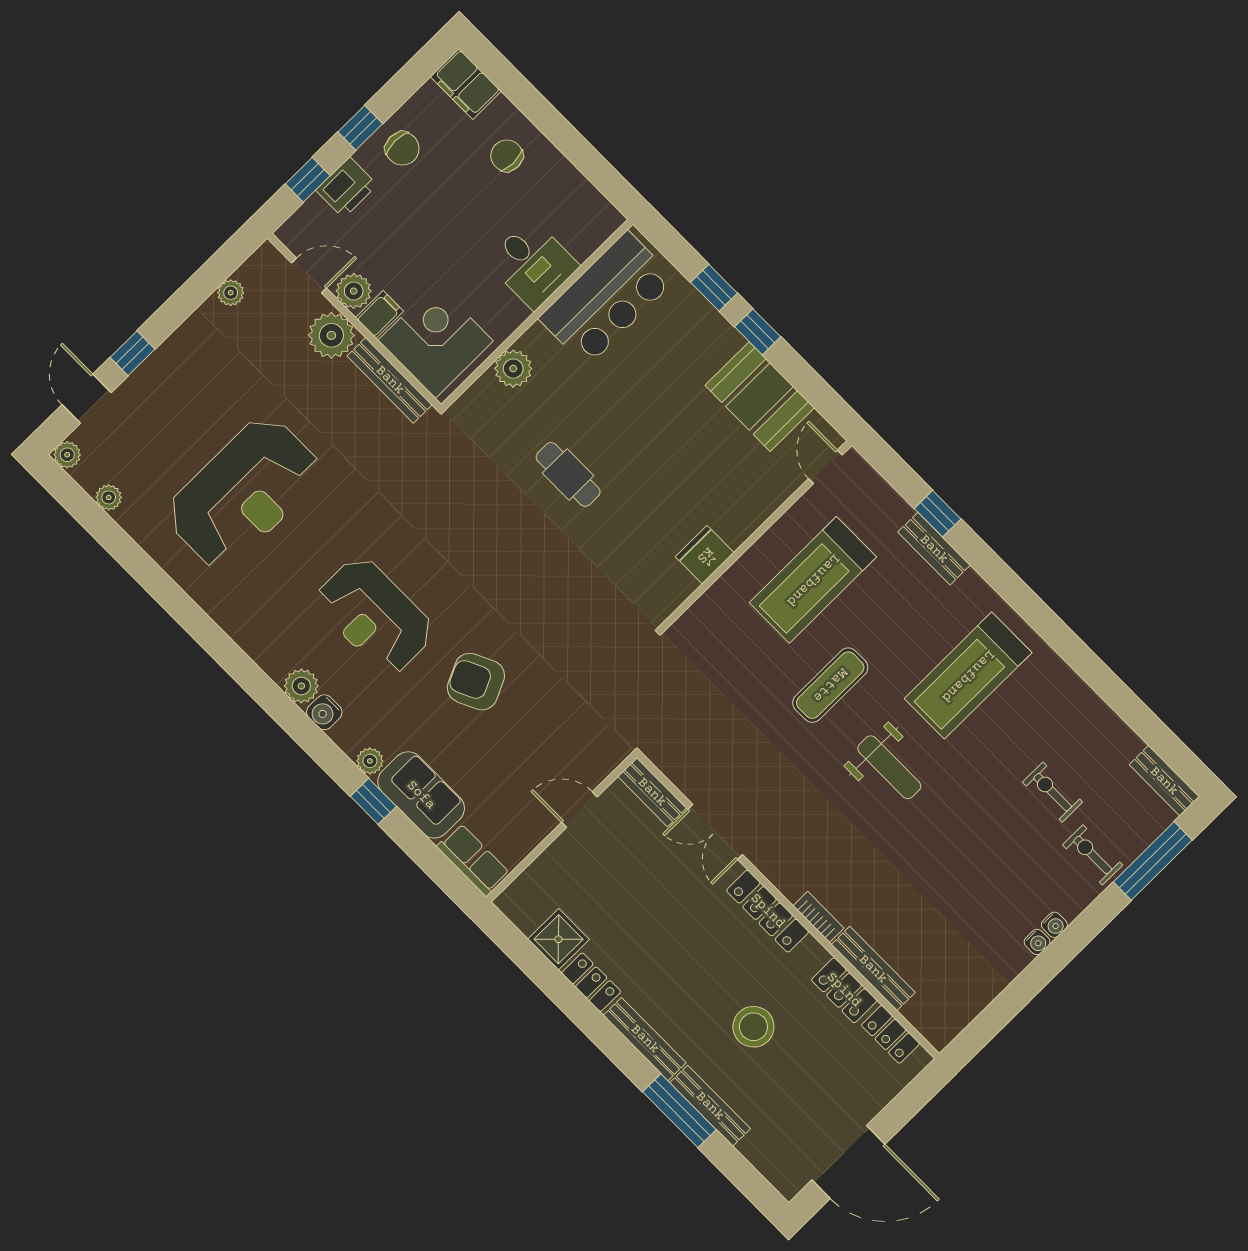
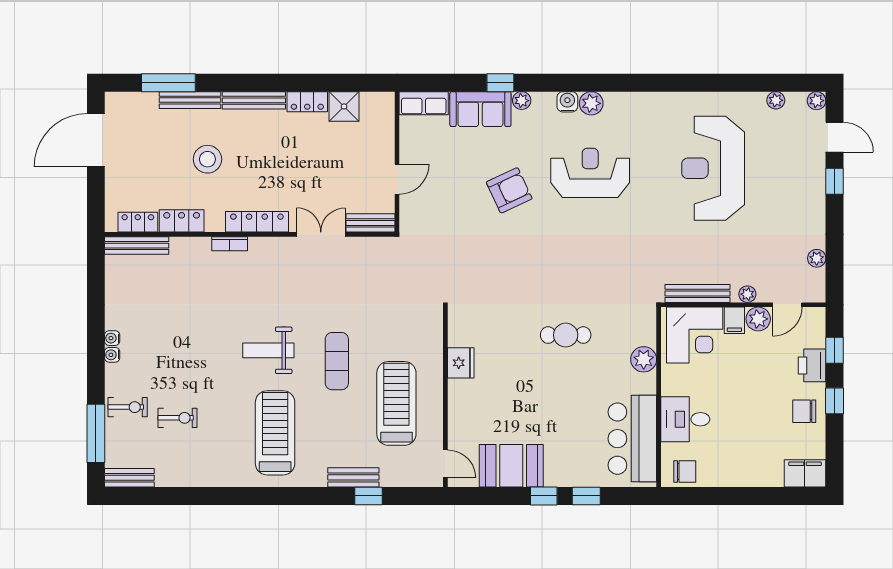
chair: (507, 156) -> (685, 472), moved
plant: (331, 335) -> (747, 294), width x0.53, depth x0.53
bench: (873, 969) -> (137, 246), moved
window: (679, 1111) -> (168, 83), moved

